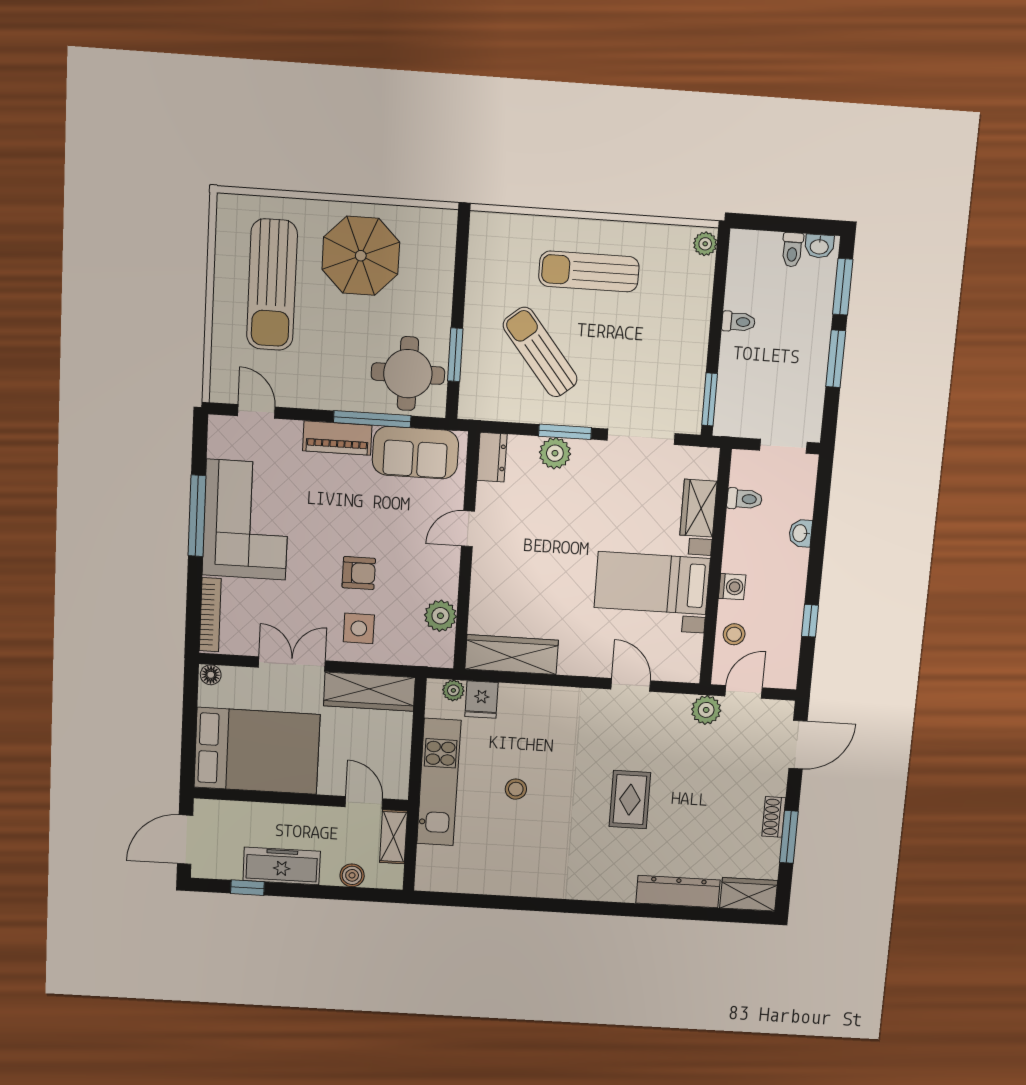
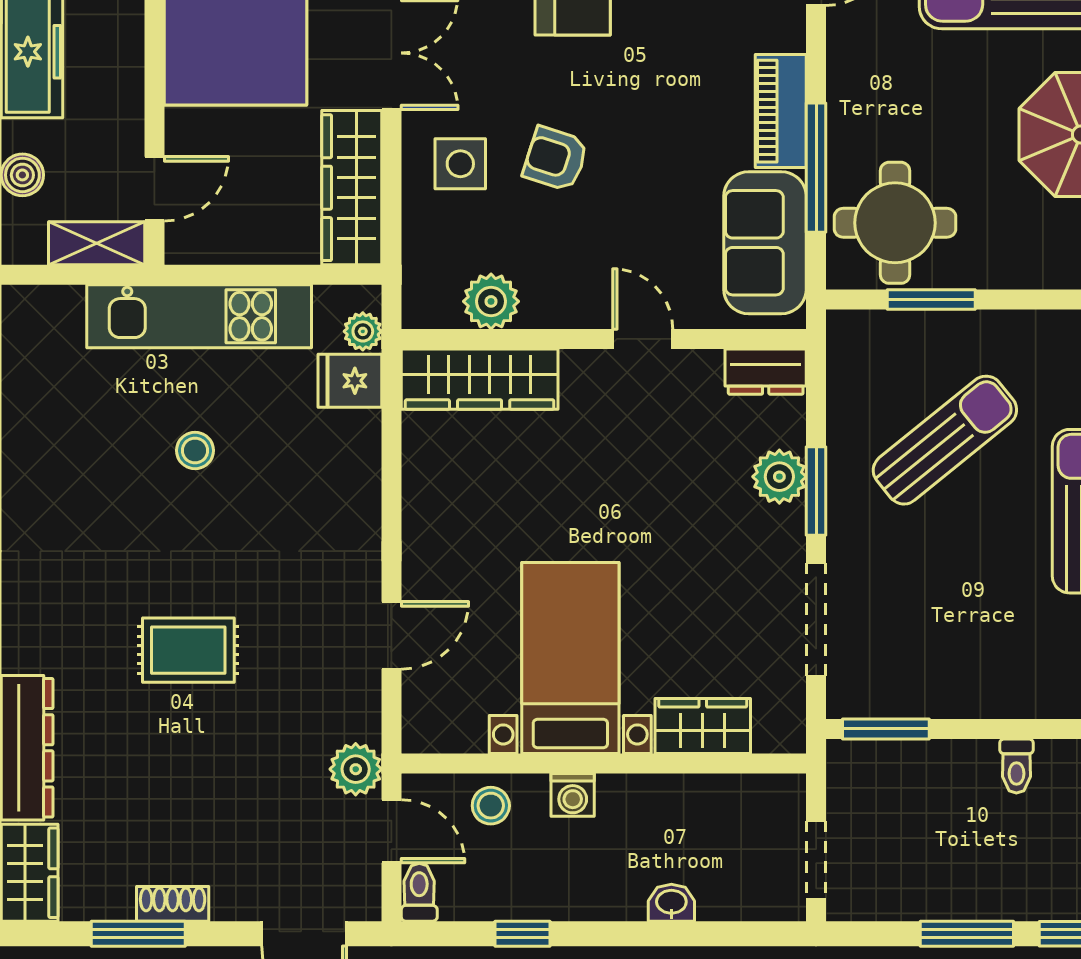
toilet: (744, 499) -> (419, 892), moved, turned 180
armchair: (359, 573) -> (555, 159), turned 108
wardrobe: (512, 655) -> (480, 379), moved, turned 90

